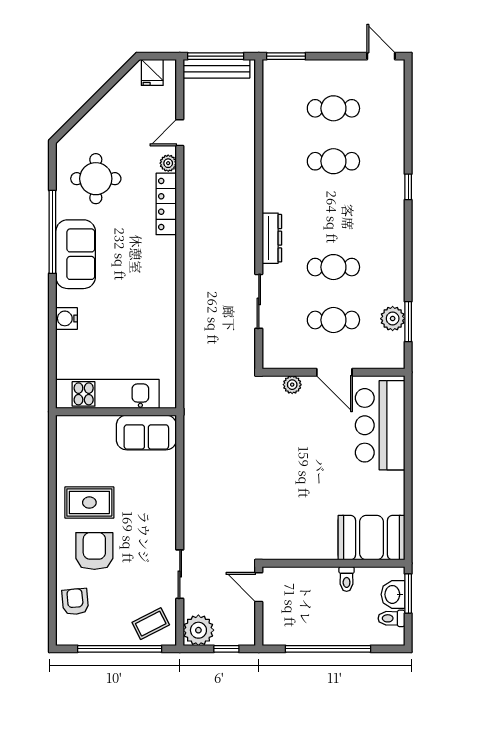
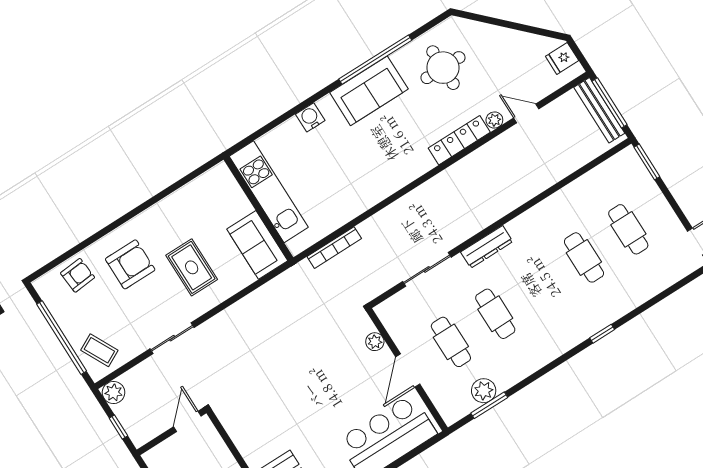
bookcase: (190, 368) -> (334, 248), added
rug: (89, 503) -> (192, 267), moved
sliding door: (180, 574) -> (172, 338), moved
plant: (198, 630) -> (114, 392), width x0.73, depth x0.73

